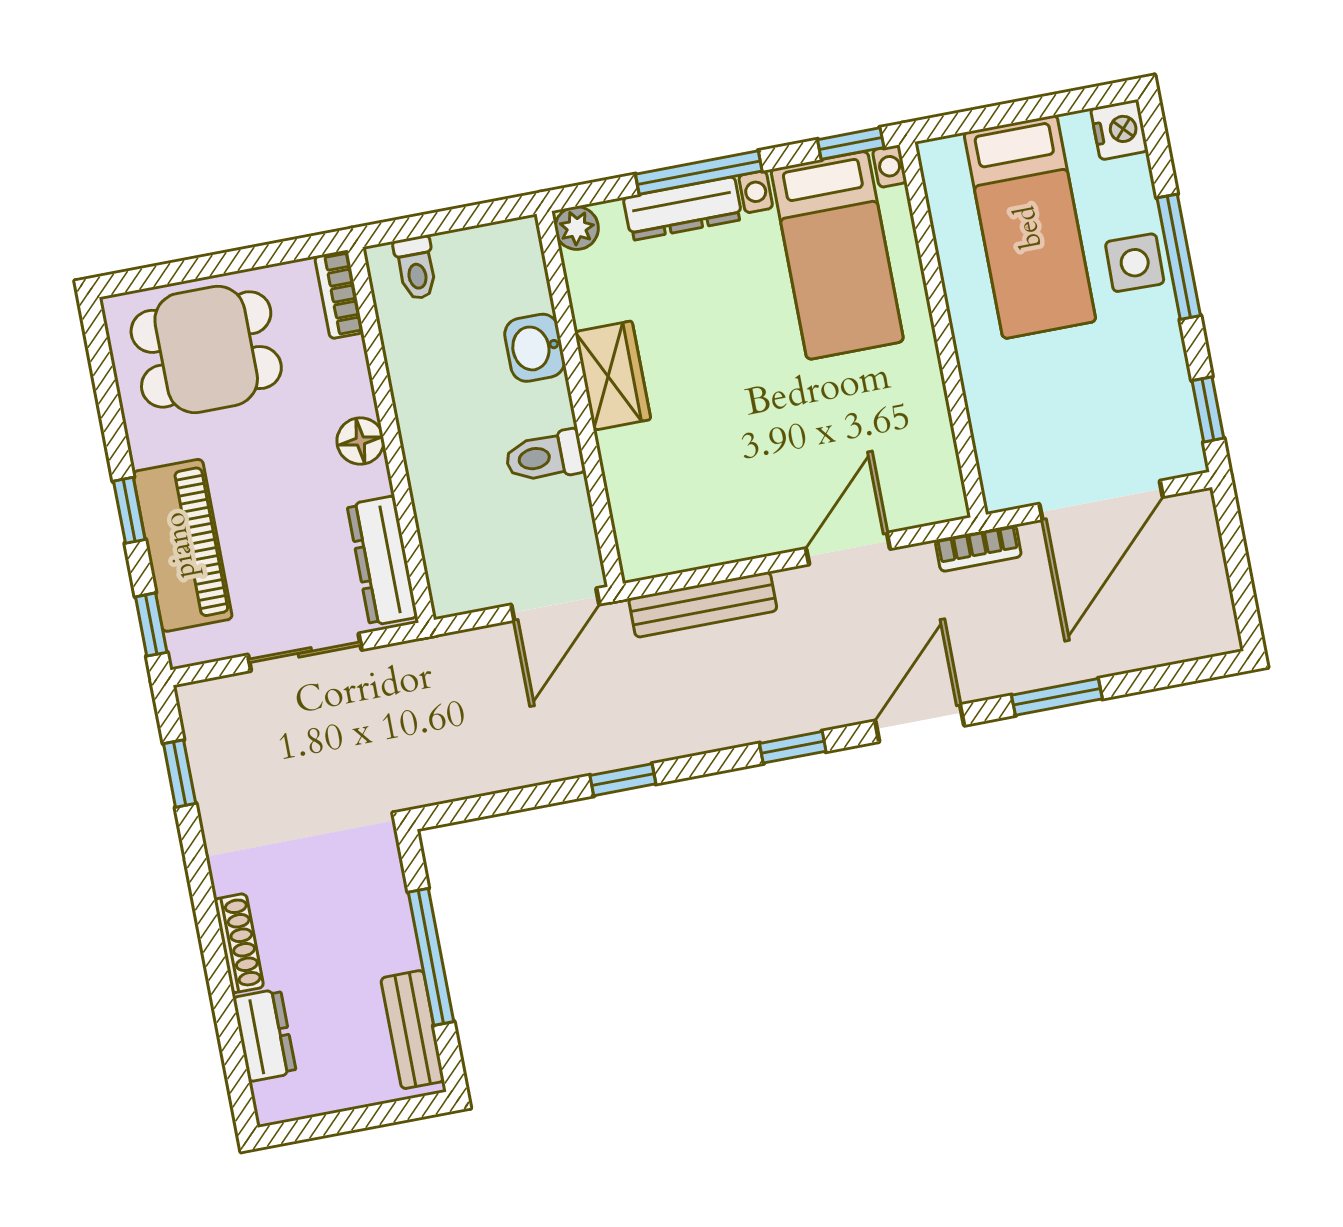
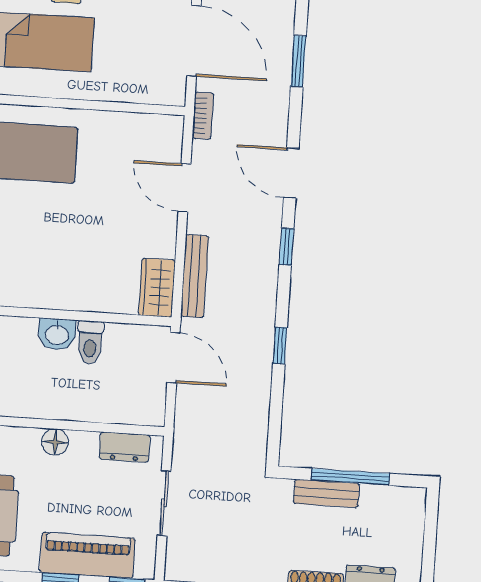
washbasin: (535, 348) -> (57, 334), moved
wardrobe: (613, 376) -> (157, 288), moved, turned -90
dresser: (382, 561) -> (125, 447), width x0.70
window: (1057, 697) -> (298, 61), moved
bench: (412, 1030) -> (326, 493), moved

